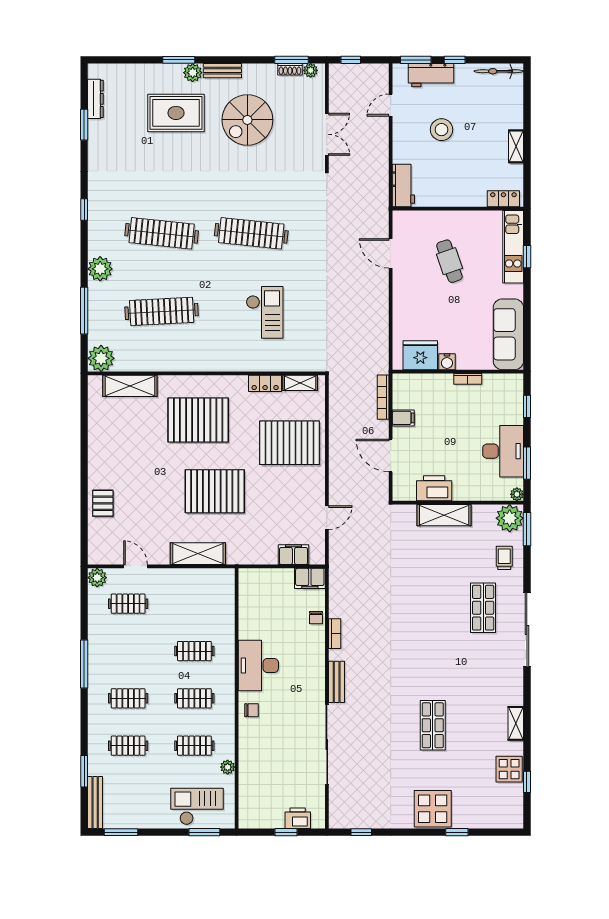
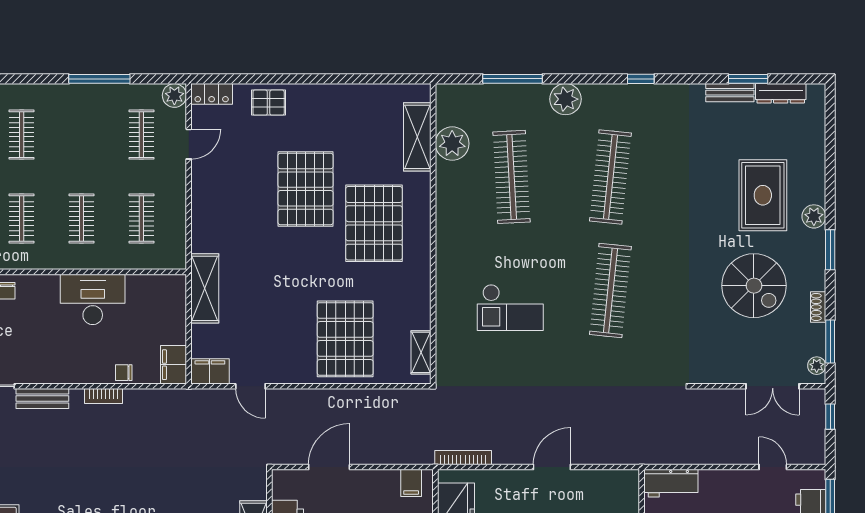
window: (179, 60) -> (830, 250), moved
shoe rack: (290, 69) -> (818, 307), moved
bench: (222, 71) -> (730, 93), moved, turned 90
spiral stairs: (247, 120) -> (754, 286), turned 180
double door: (327, 134) -> (773, 386), moved
door: (391, 253) -> (552, 467), moved
plant: (101, 358) -> (452, 144), moved
locker: (265, 383) -> (212, 94), moved, turned -90
bookcase: (383, 397) -> (463, 458), moved
filing cabinet: (403, 418) -> (411, 483), moved
pallet: (215, 491) -> (306, 189), moved
shelving: (198, 554) -> (205, 288), moved
filing cabinet: (293, 555) -> (210, 371), moved, turned -90
clothes rail: (194, 604) -> (141, 219), added
window: (84, 664) -> (99, 79), moved
desk: (258, 665) -> (93, 299), moved

